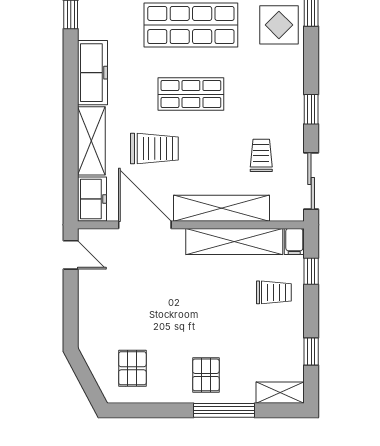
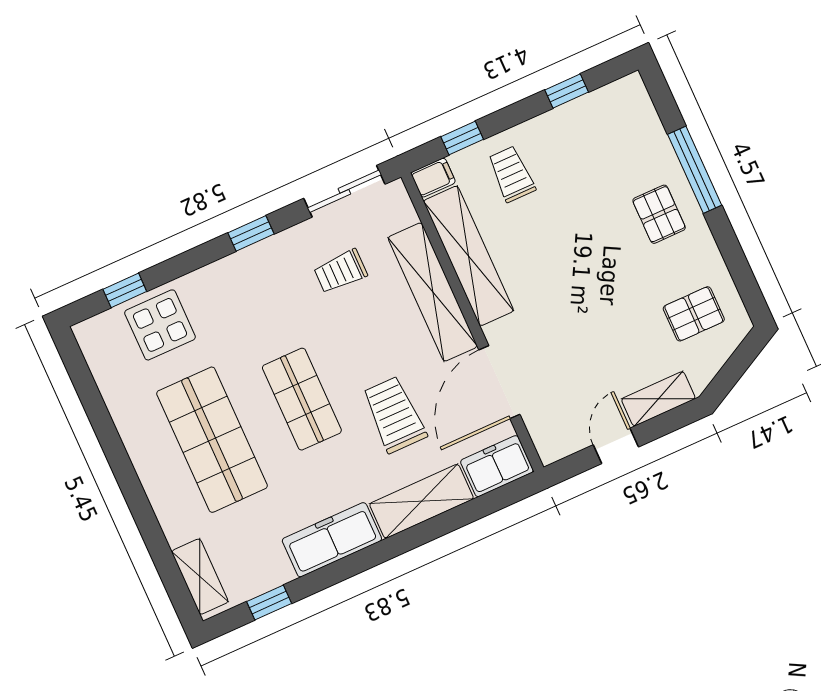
door: (71, 255) -> (616, 446), moved
pallet: (206, 375) -> (659, 214), turned 90
shelving: (280, 393) -> (658, 399), moved, turned 90

